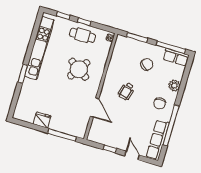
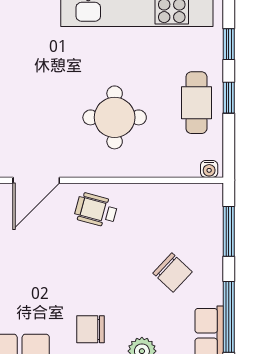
round table: (79, 69) -> (115, 117), turned -34
wheelchair: (126, 91) -> (96, 210), moved

